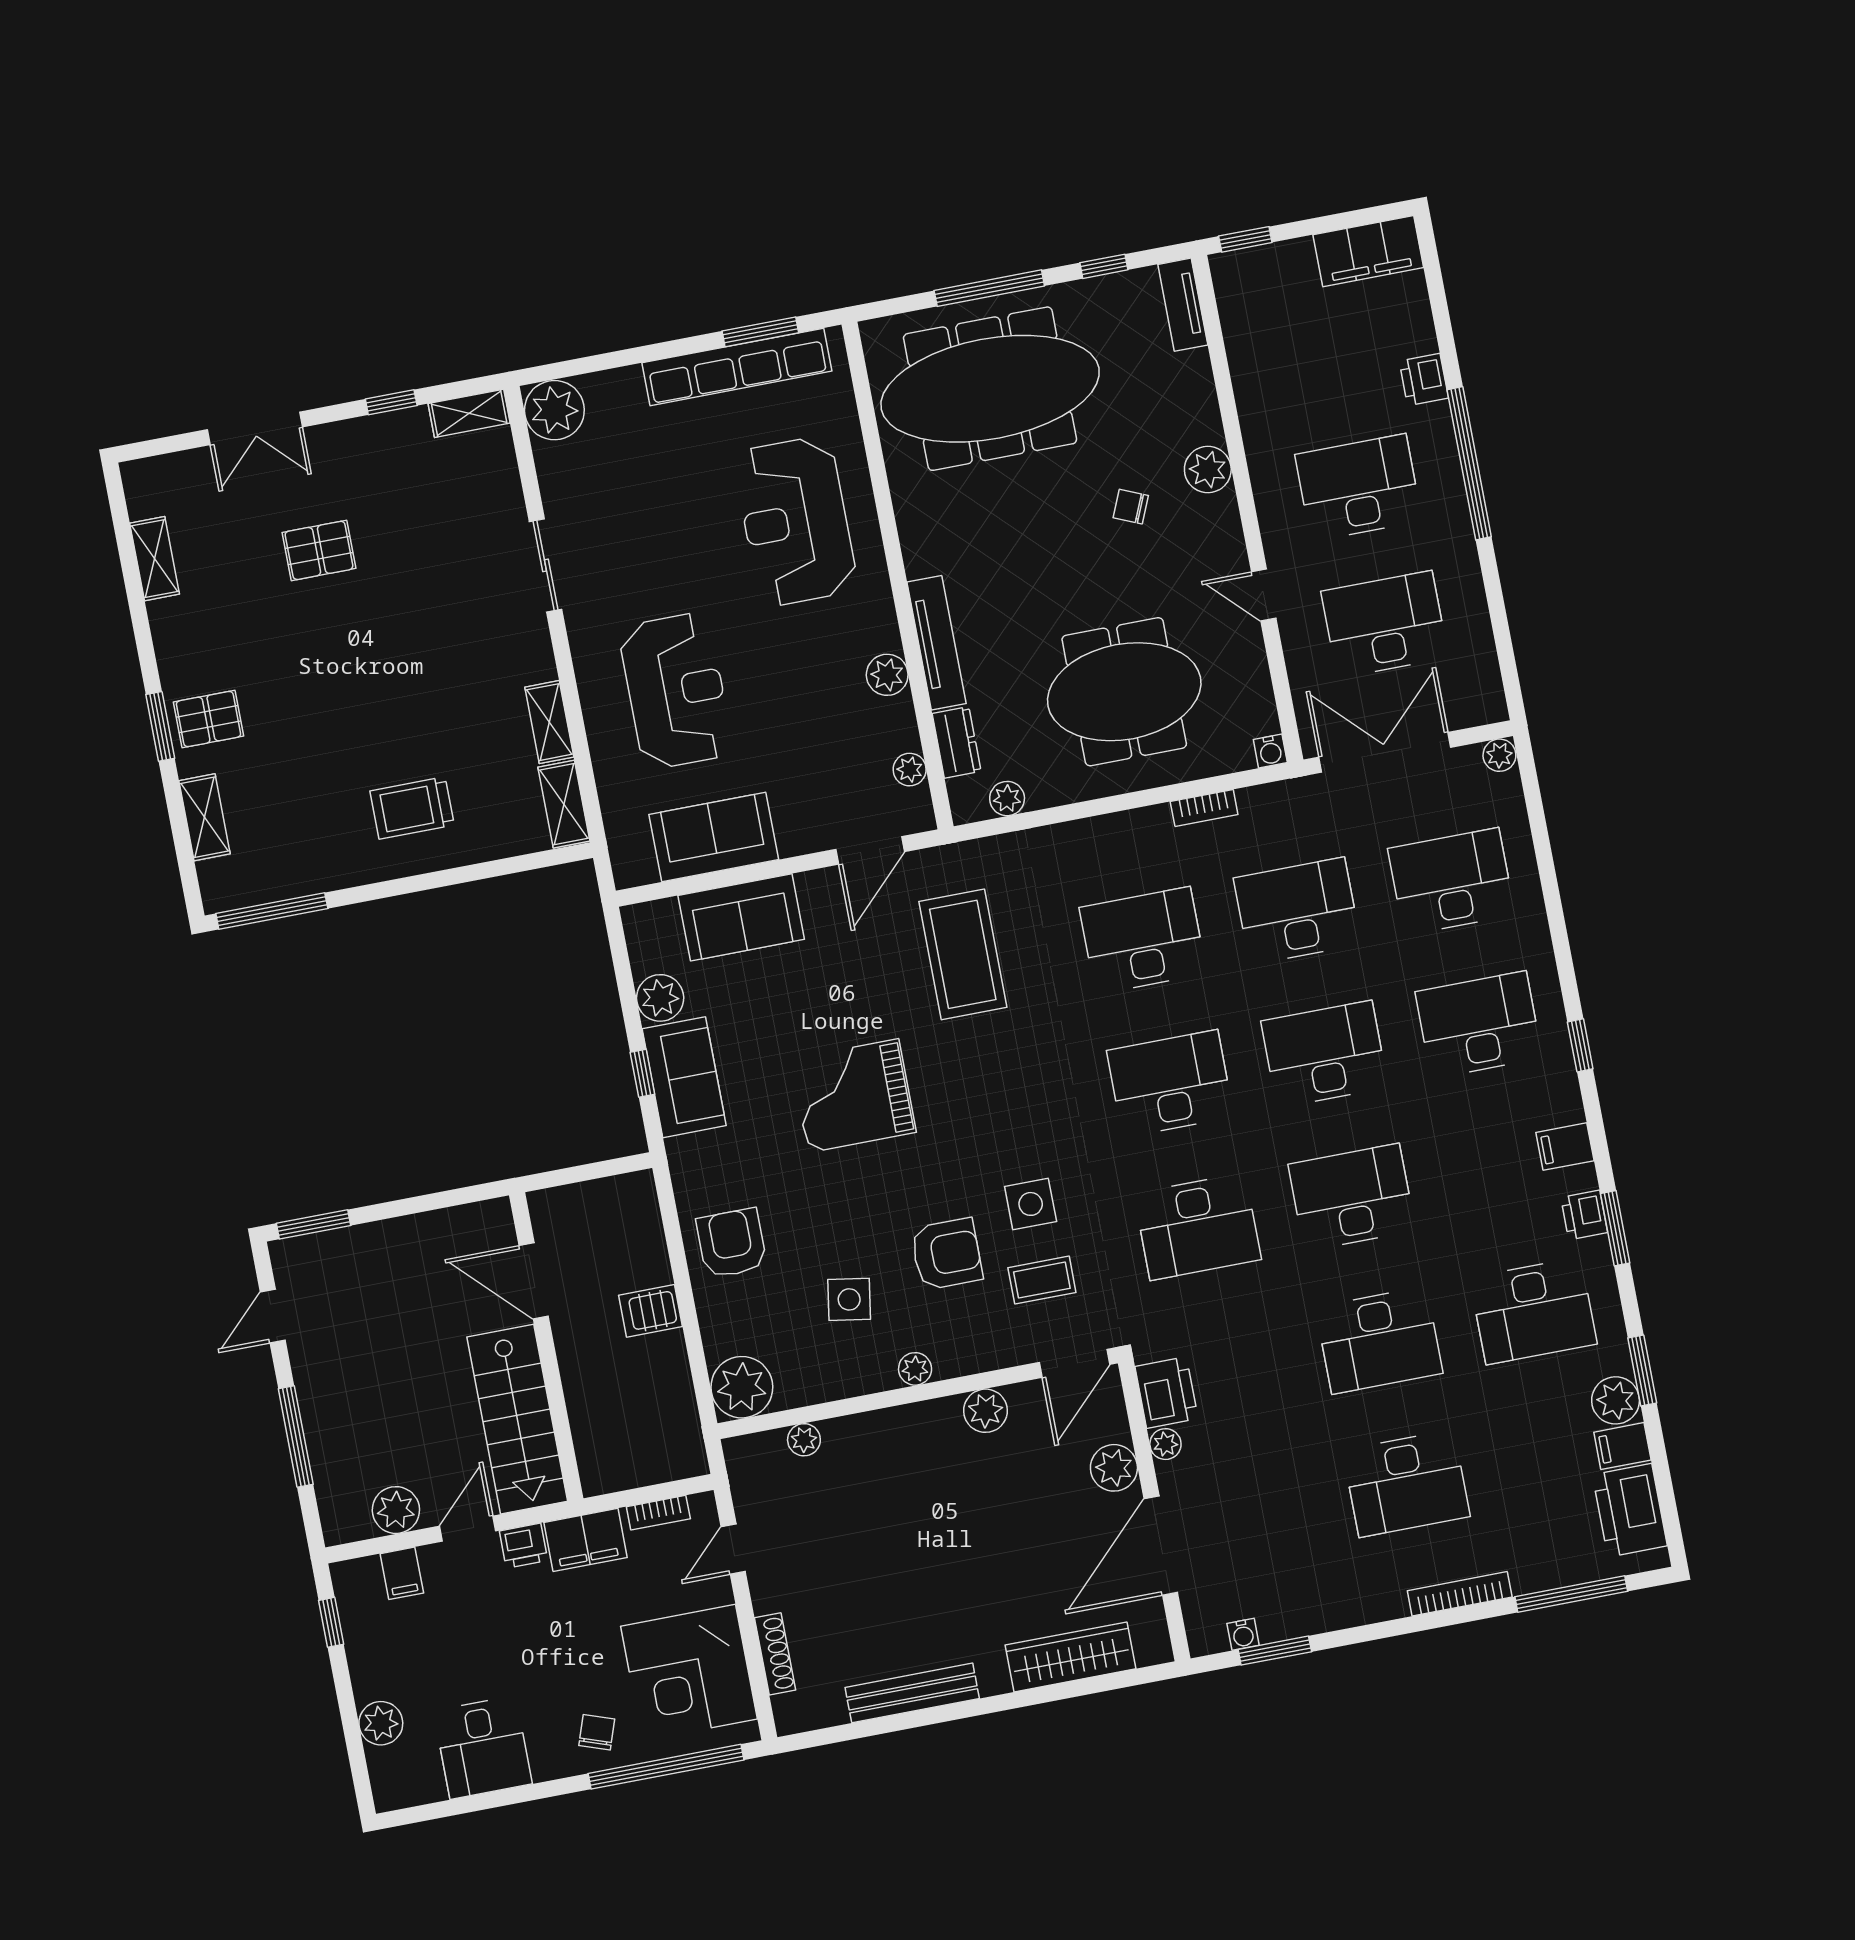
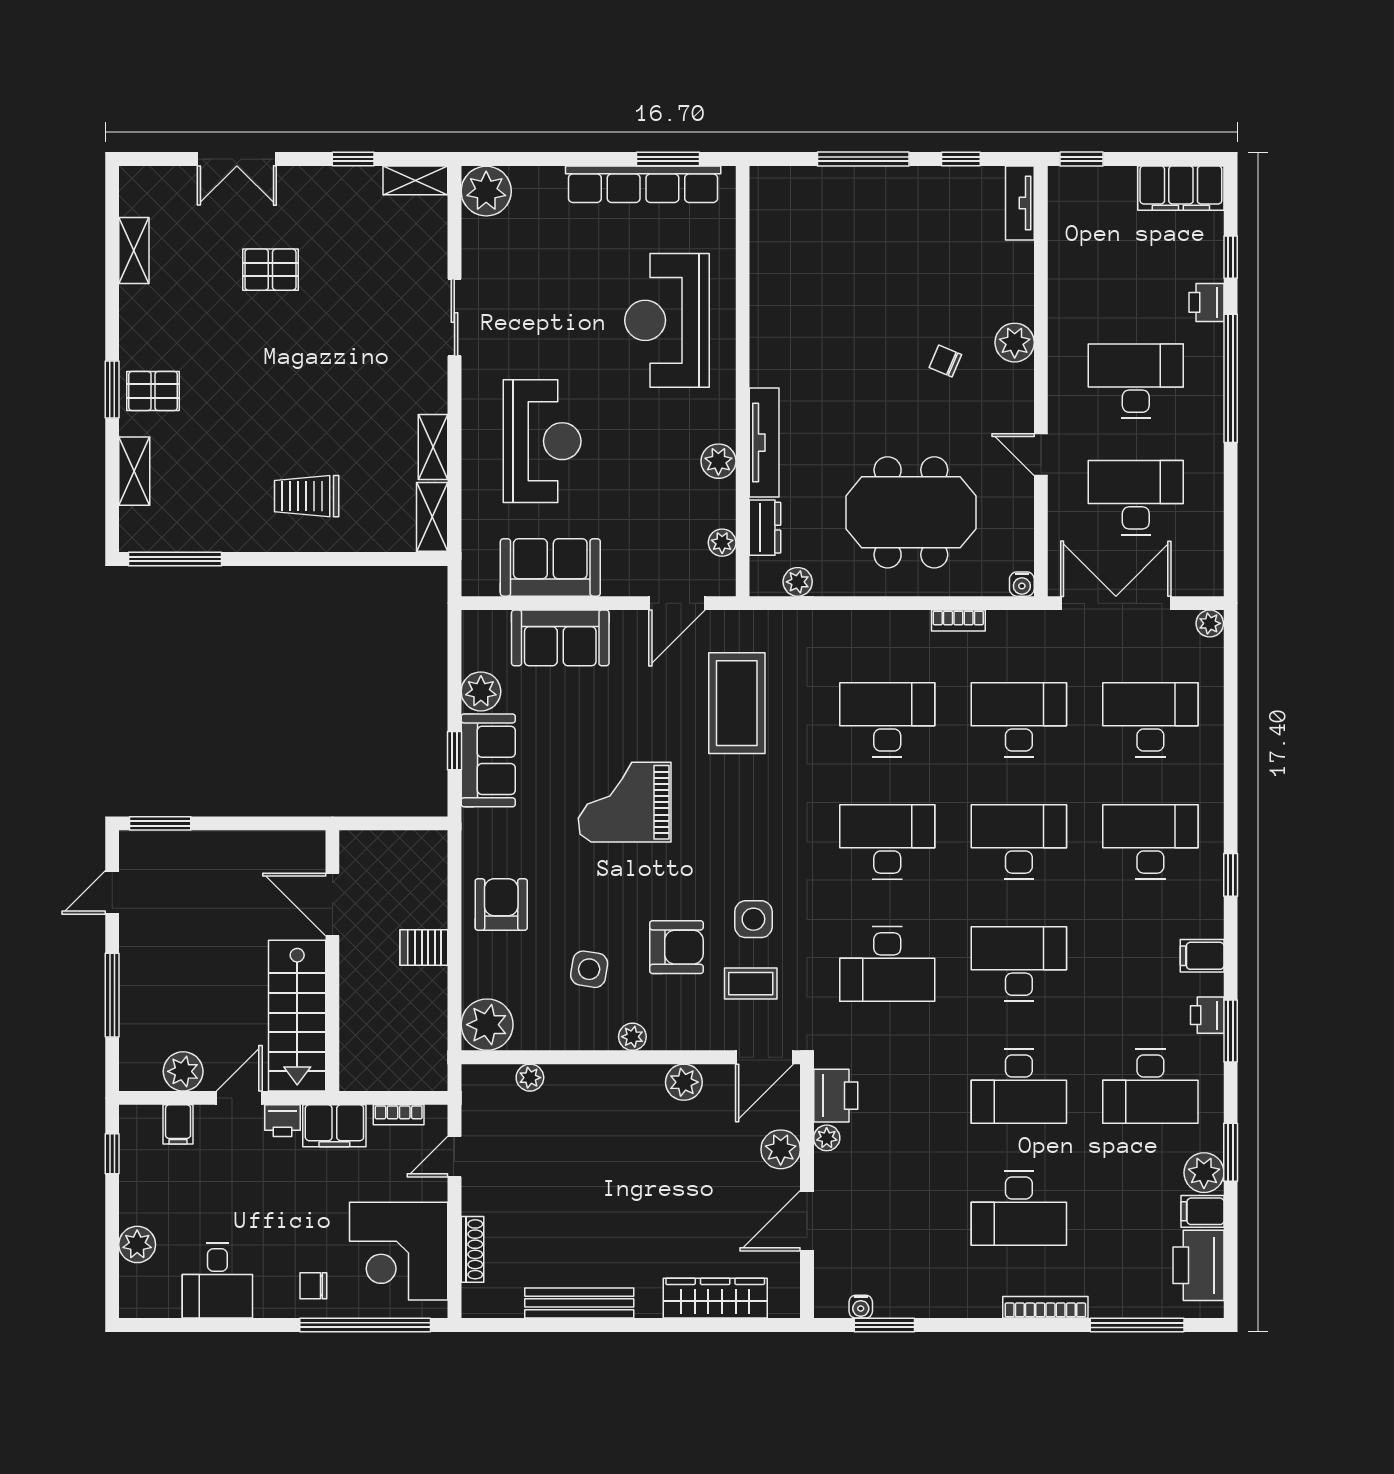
window: (1442, 321) -> (1231, 257), added
meeting table: (990, 389) -> (848, 242), removed
door: (1161, 1546) -> (807, 1221), width x0.73
chair: (597, 1732) -> (313, 1286), turned -109

